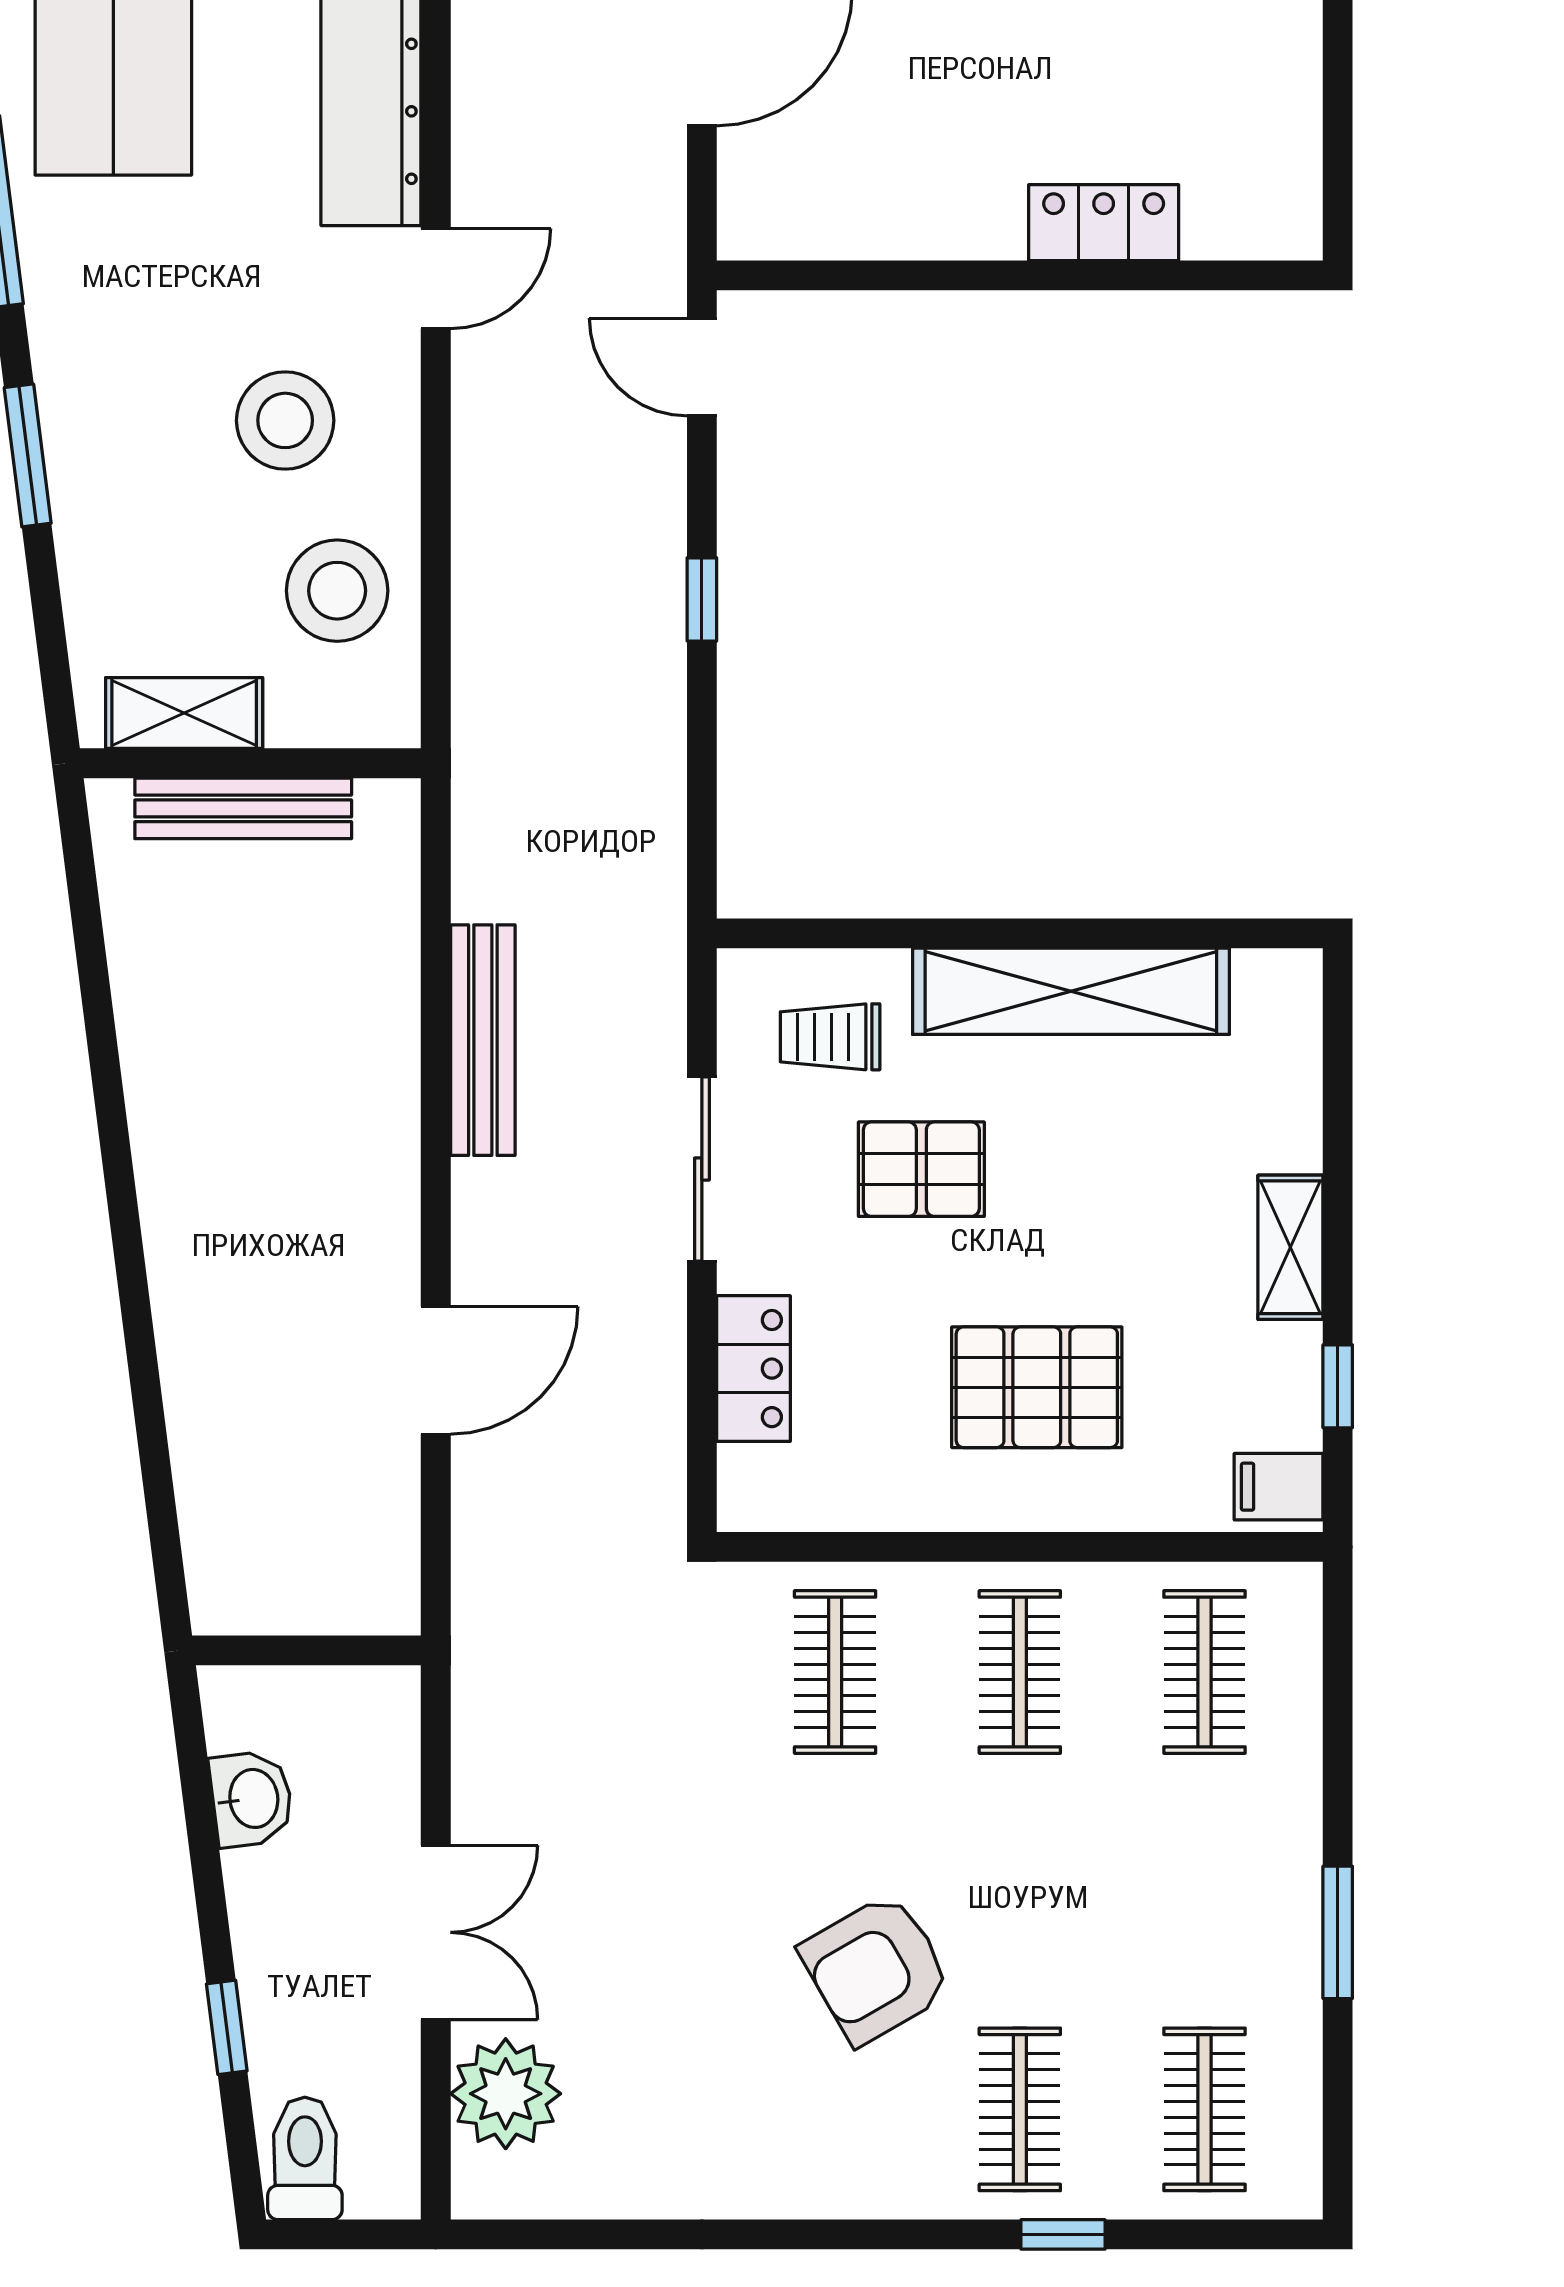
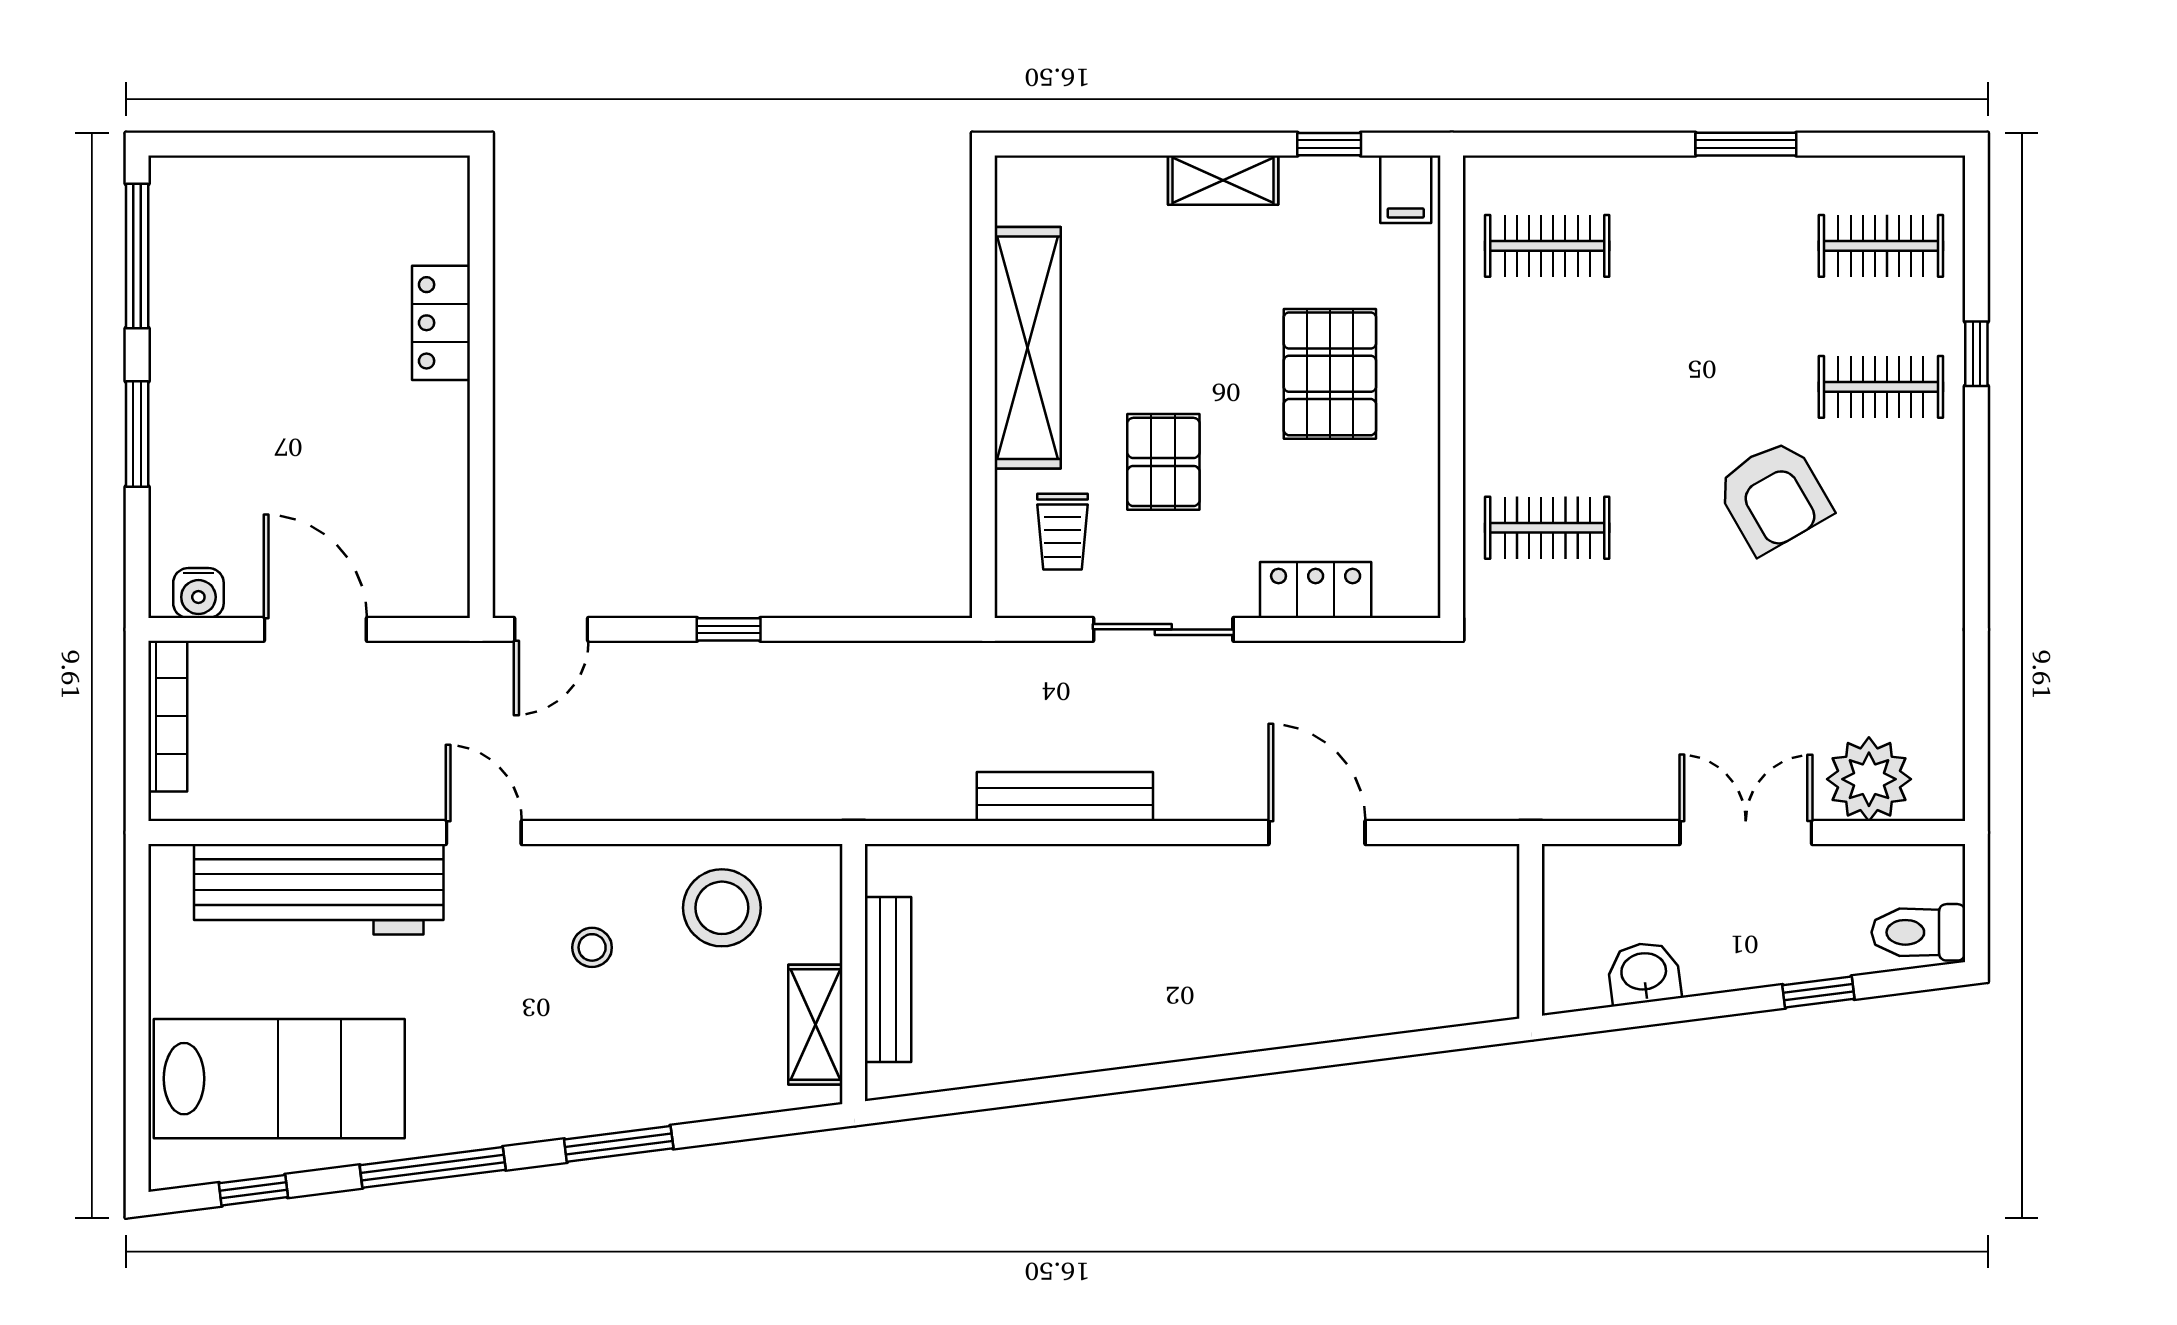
stool: (285, 420) -> (592, 947), width x0.53, depth x0.53
clothes rail: (1020, 1672) -> (1547, 387), removed

